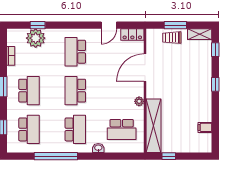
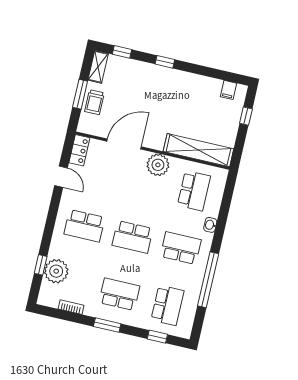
door: (145, 68) -> (124, 144), swing flipped
plant: (139, 101) -> (158, 165), width x1.87, depth x1.87
filing cabinet: (205, 127) -> (228, 90), moved
school desk: (29, 129) -> (167, 305), turned 90
window: (169, 156) -> (246, 116), moved

